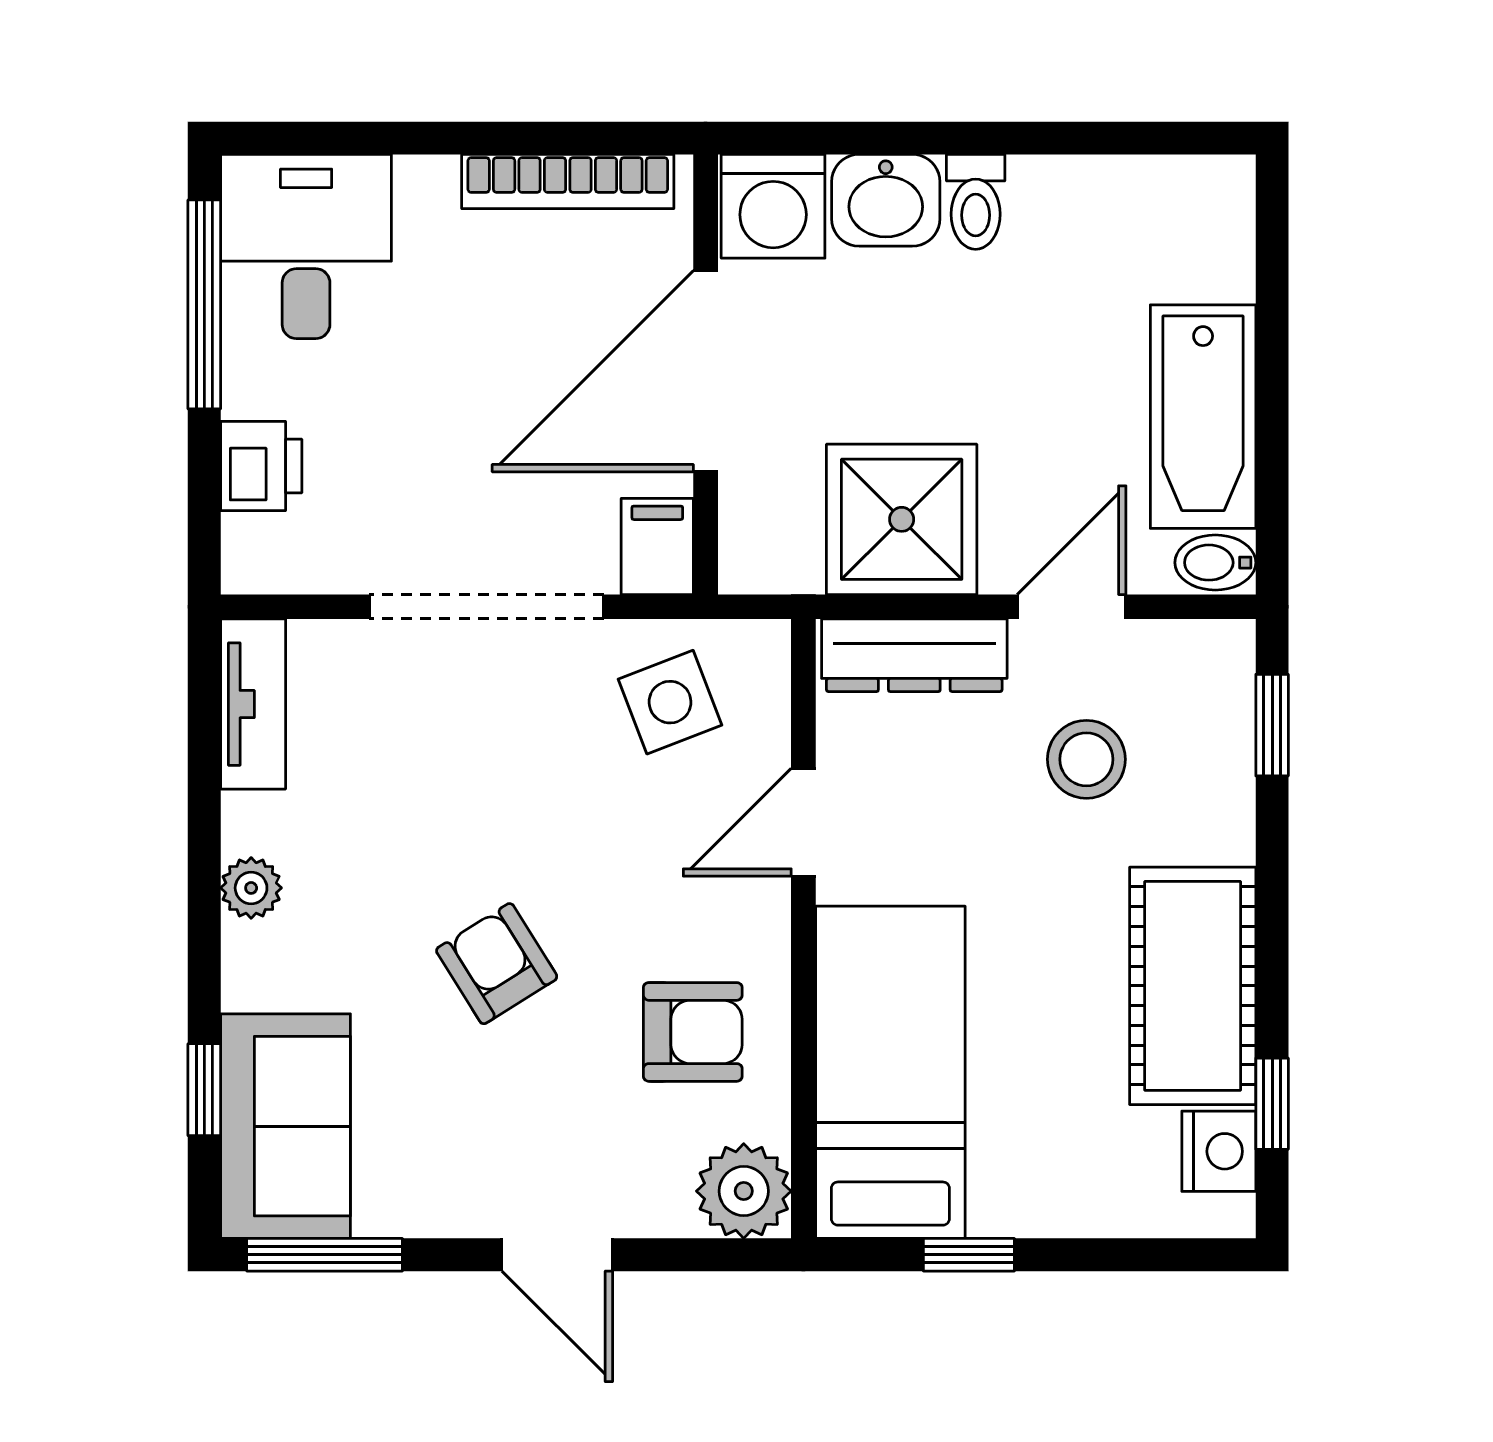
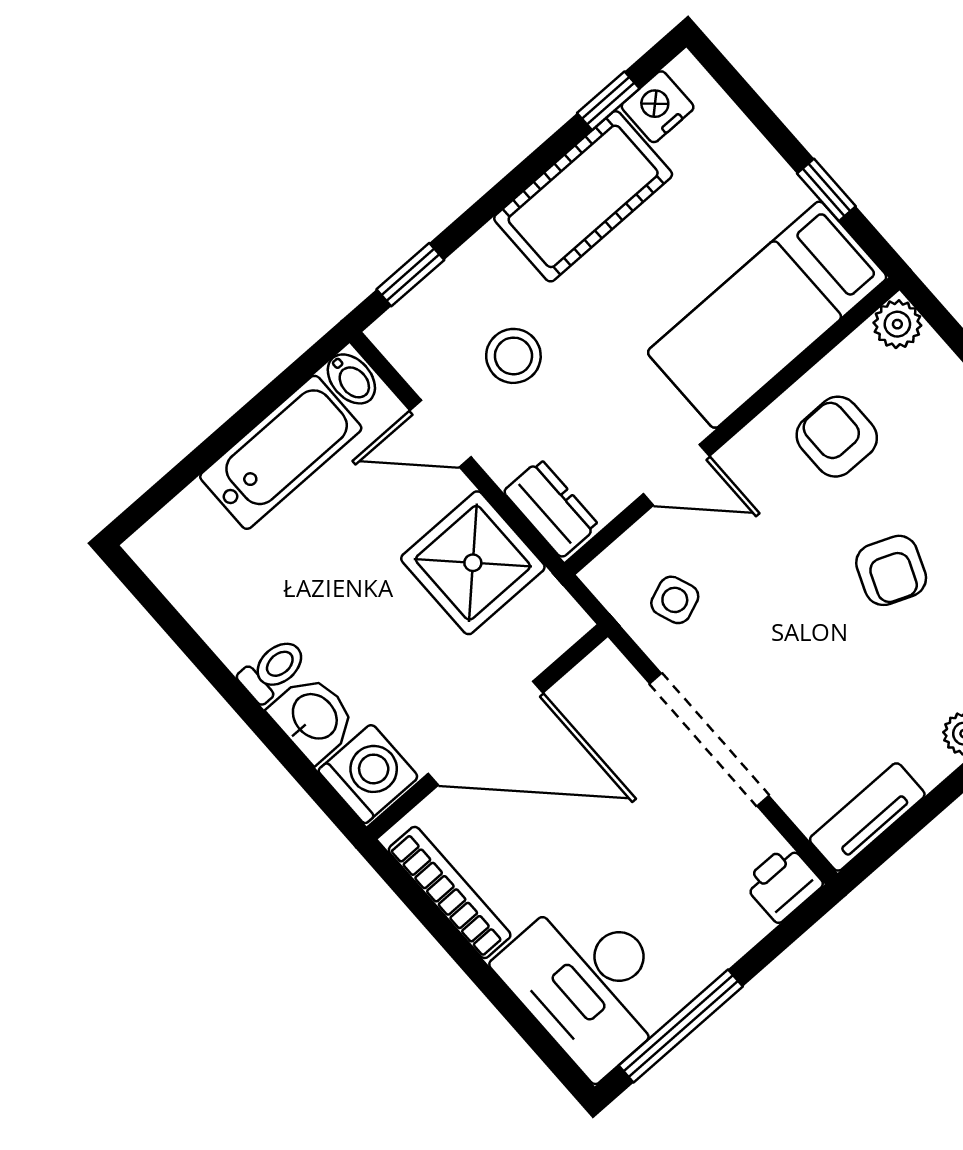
desk: (306, 246) -> (589, 983), width x1.37
printer: (261, 466) -> (783, 884), moved
filing cabinet: (657, 546) -> (599, 678), removed
dresser: (914, 655) -> (551, 508), width x0.70
side table: (670, 702) -> (675, 600), width x0.73, depth x0.73
armchair: (497, 964) -> (891, 570), turned -36
plant: (744, 1191) -> (897, 324), width x0.73, depth x0.73

